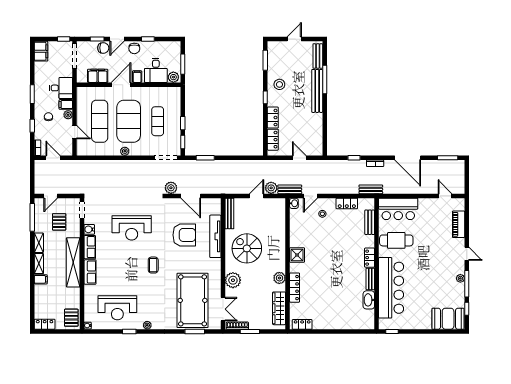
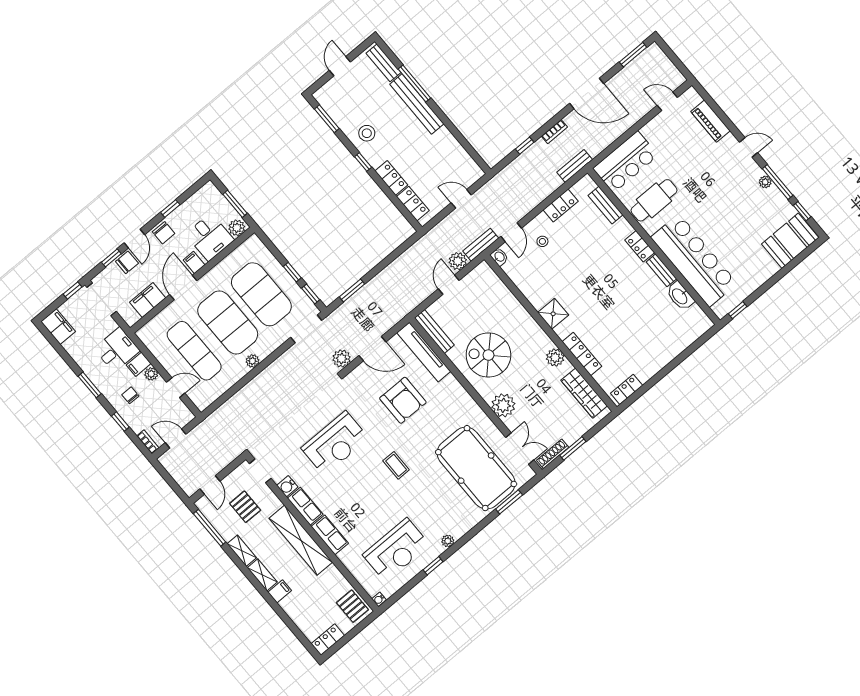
exercise mat: (158, 121) -> (261, 294), width x2.00, depth x1.45
armchair: (184, 235) -> (403, 400), turned 90
tv unit: (215, 236) -> (424, 352), moved

